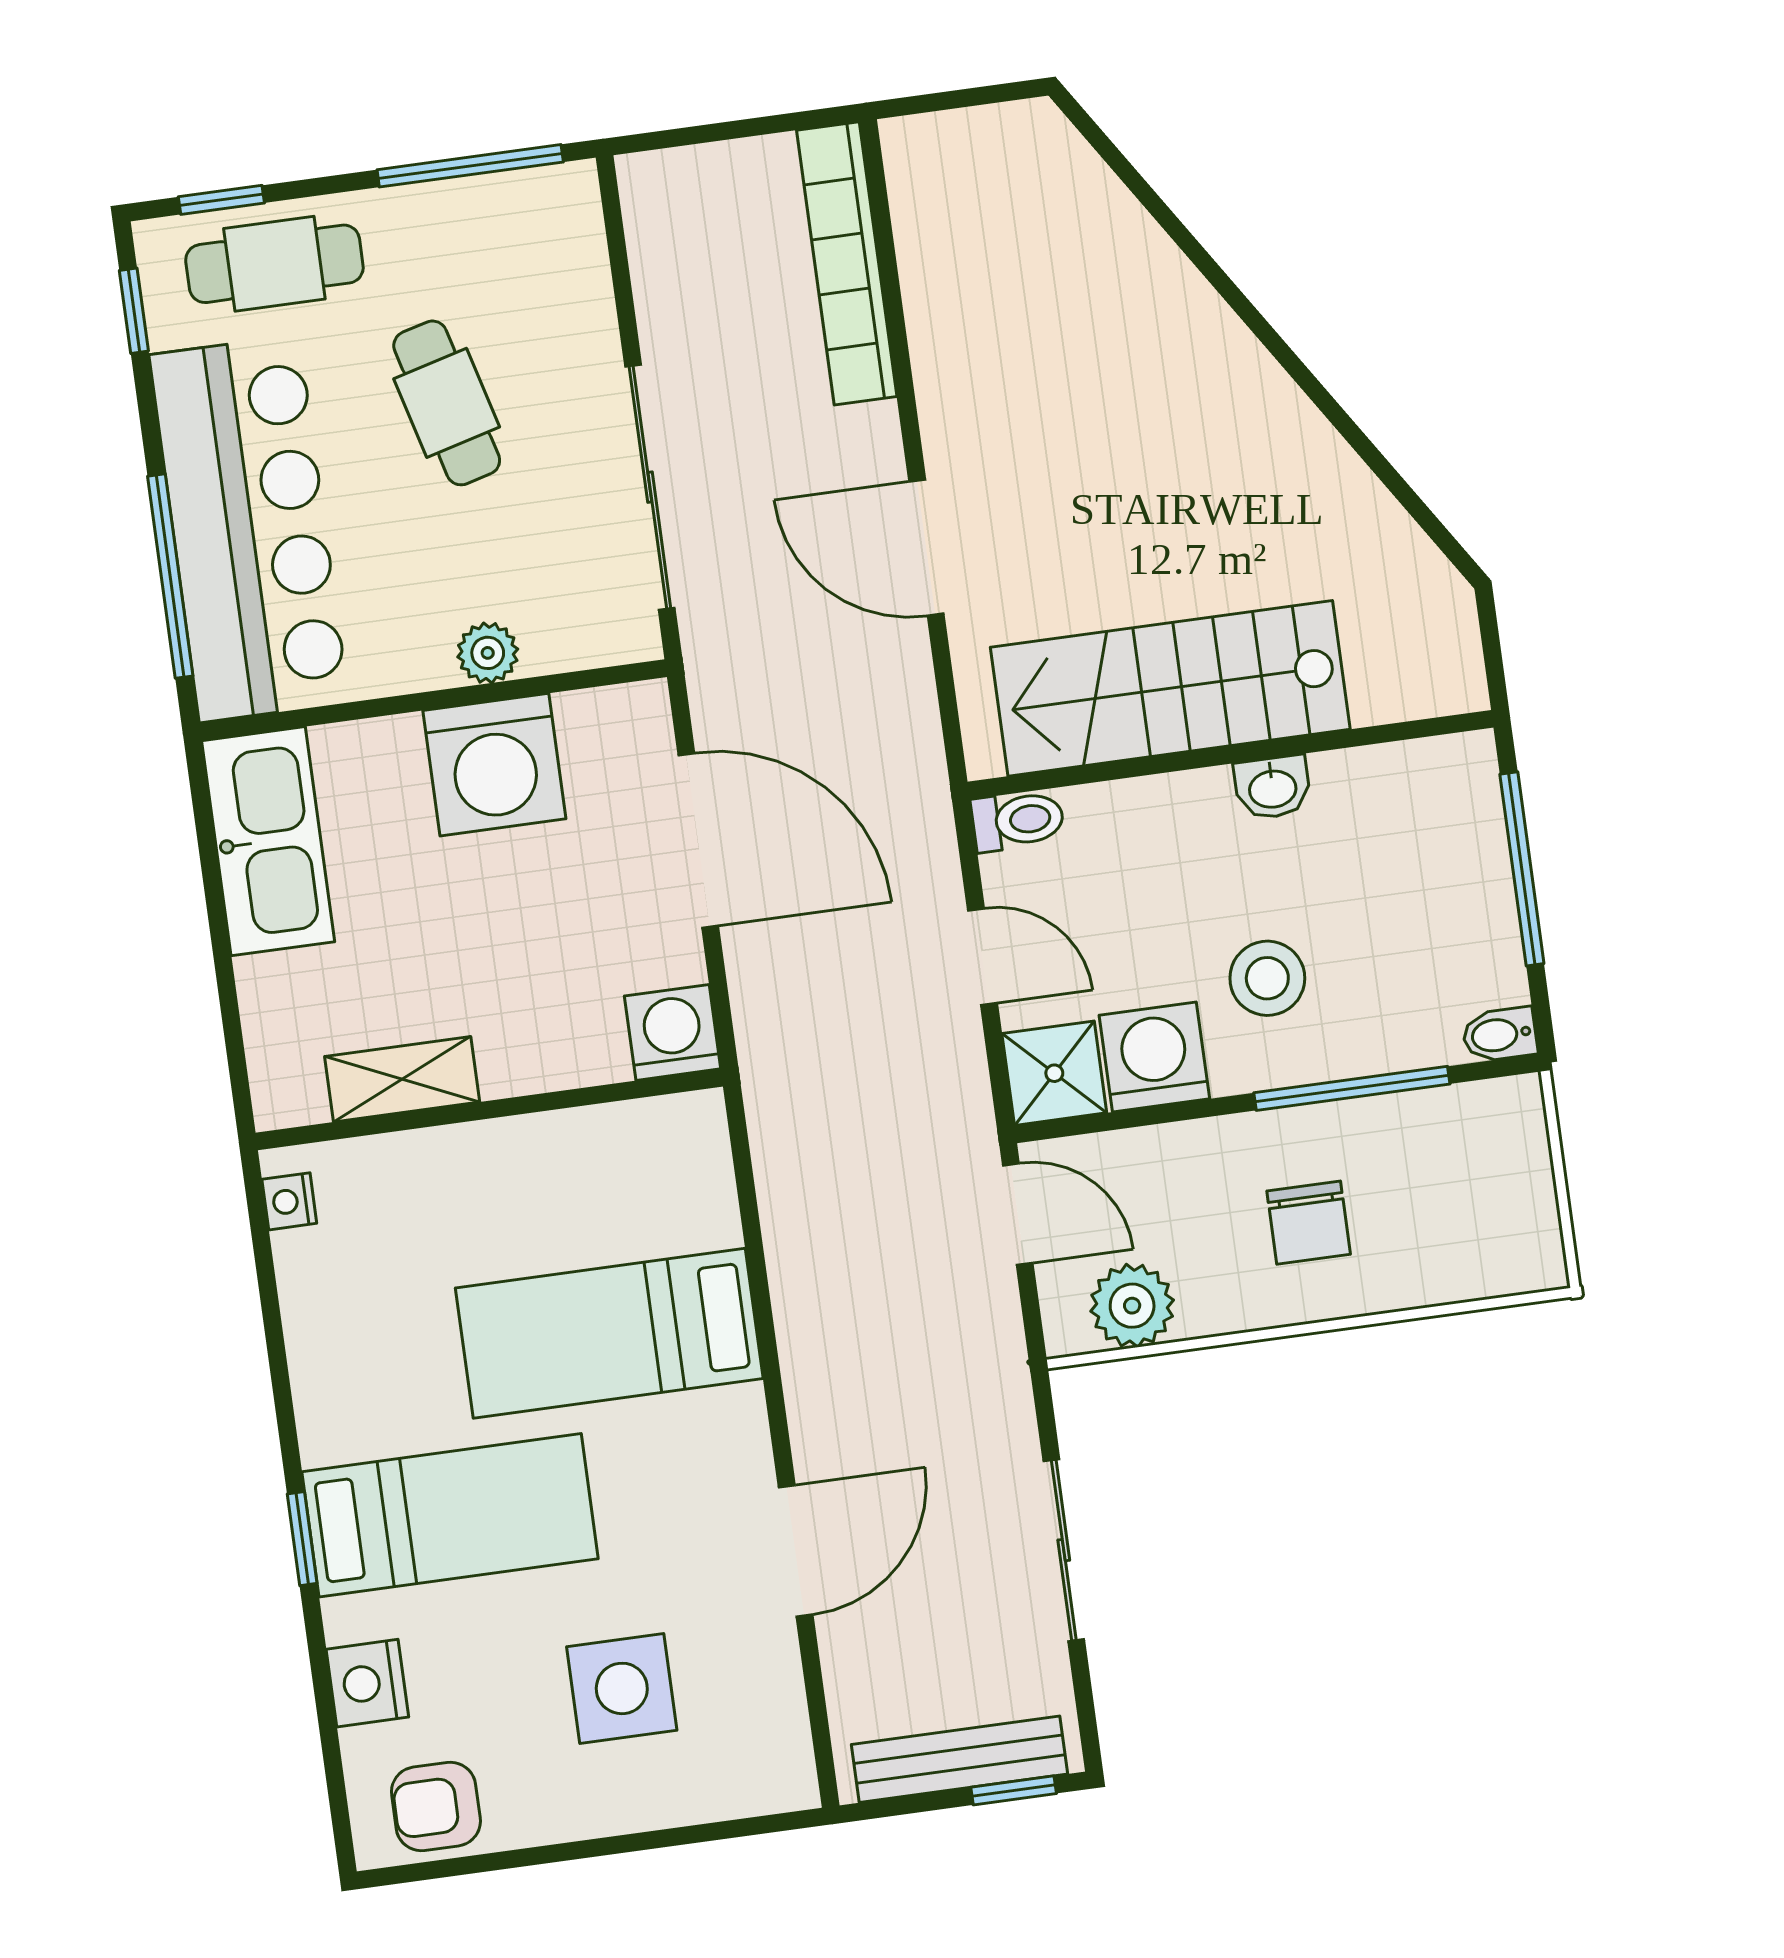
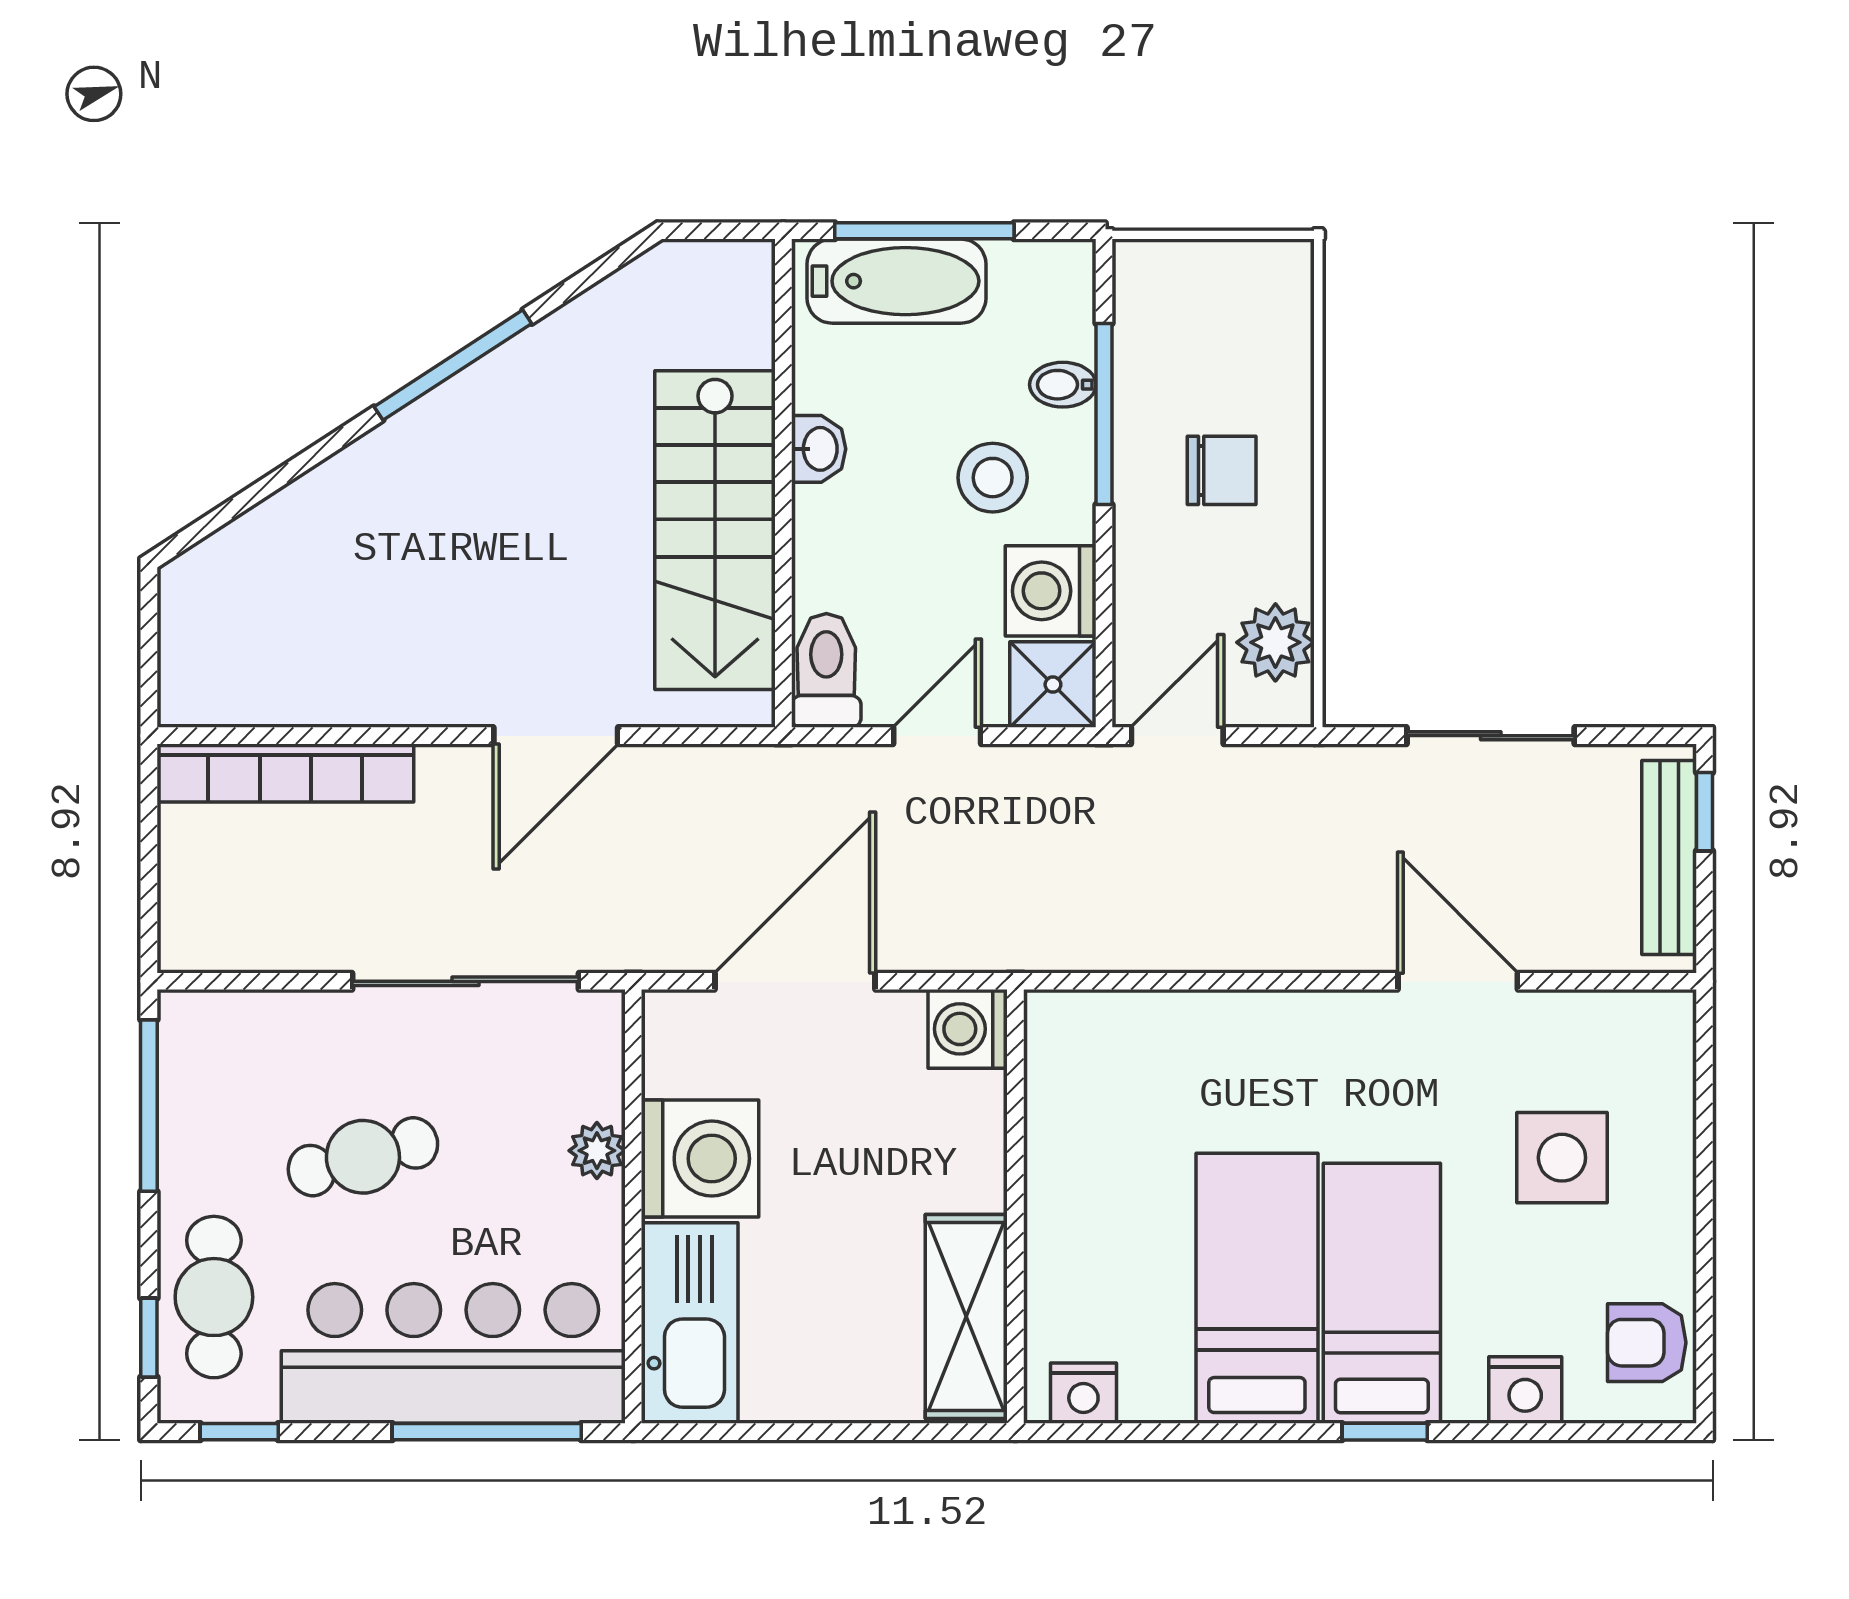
window: (1309, 383) -> (453, 365), added
toilet: (1018, 820) -> (826, 670), width x1.37, depth x1.39
kitchen sink: (268, 841) -> (690, 1323), moved, turned 90
bathtub: (1464, 846) -> (897, 281), added
bidet: (1500, 1035) -> (1063, 385), moved, turned 90
shelving: (402, 1079) -> (966, 1316), width x1.50, depth x1.33
nightstand: (289, 1201) -> (1083, 1393), width x1.39, depth x1.35
bed: (609, 1333) -> (1257, 1288), moved, turned 180
armchair: (436, 1806) -> (1647, 1343), turned 90

